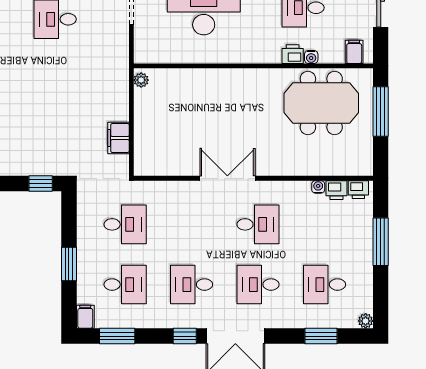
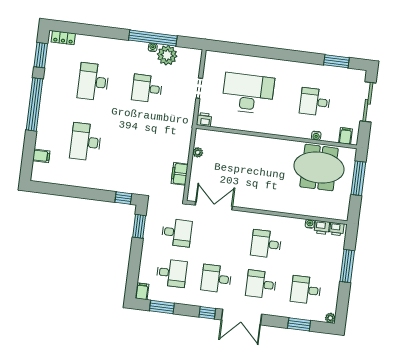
printer: (293, 54) -> (204, 120), moved
plant: (141, 80) -> (198, 152), moved
double door: (227, 178) -> (214, 206), moved
desk: (258, 224) -> (266, 244), turned 180
window: (69, 264) -> (139, 226), moved

